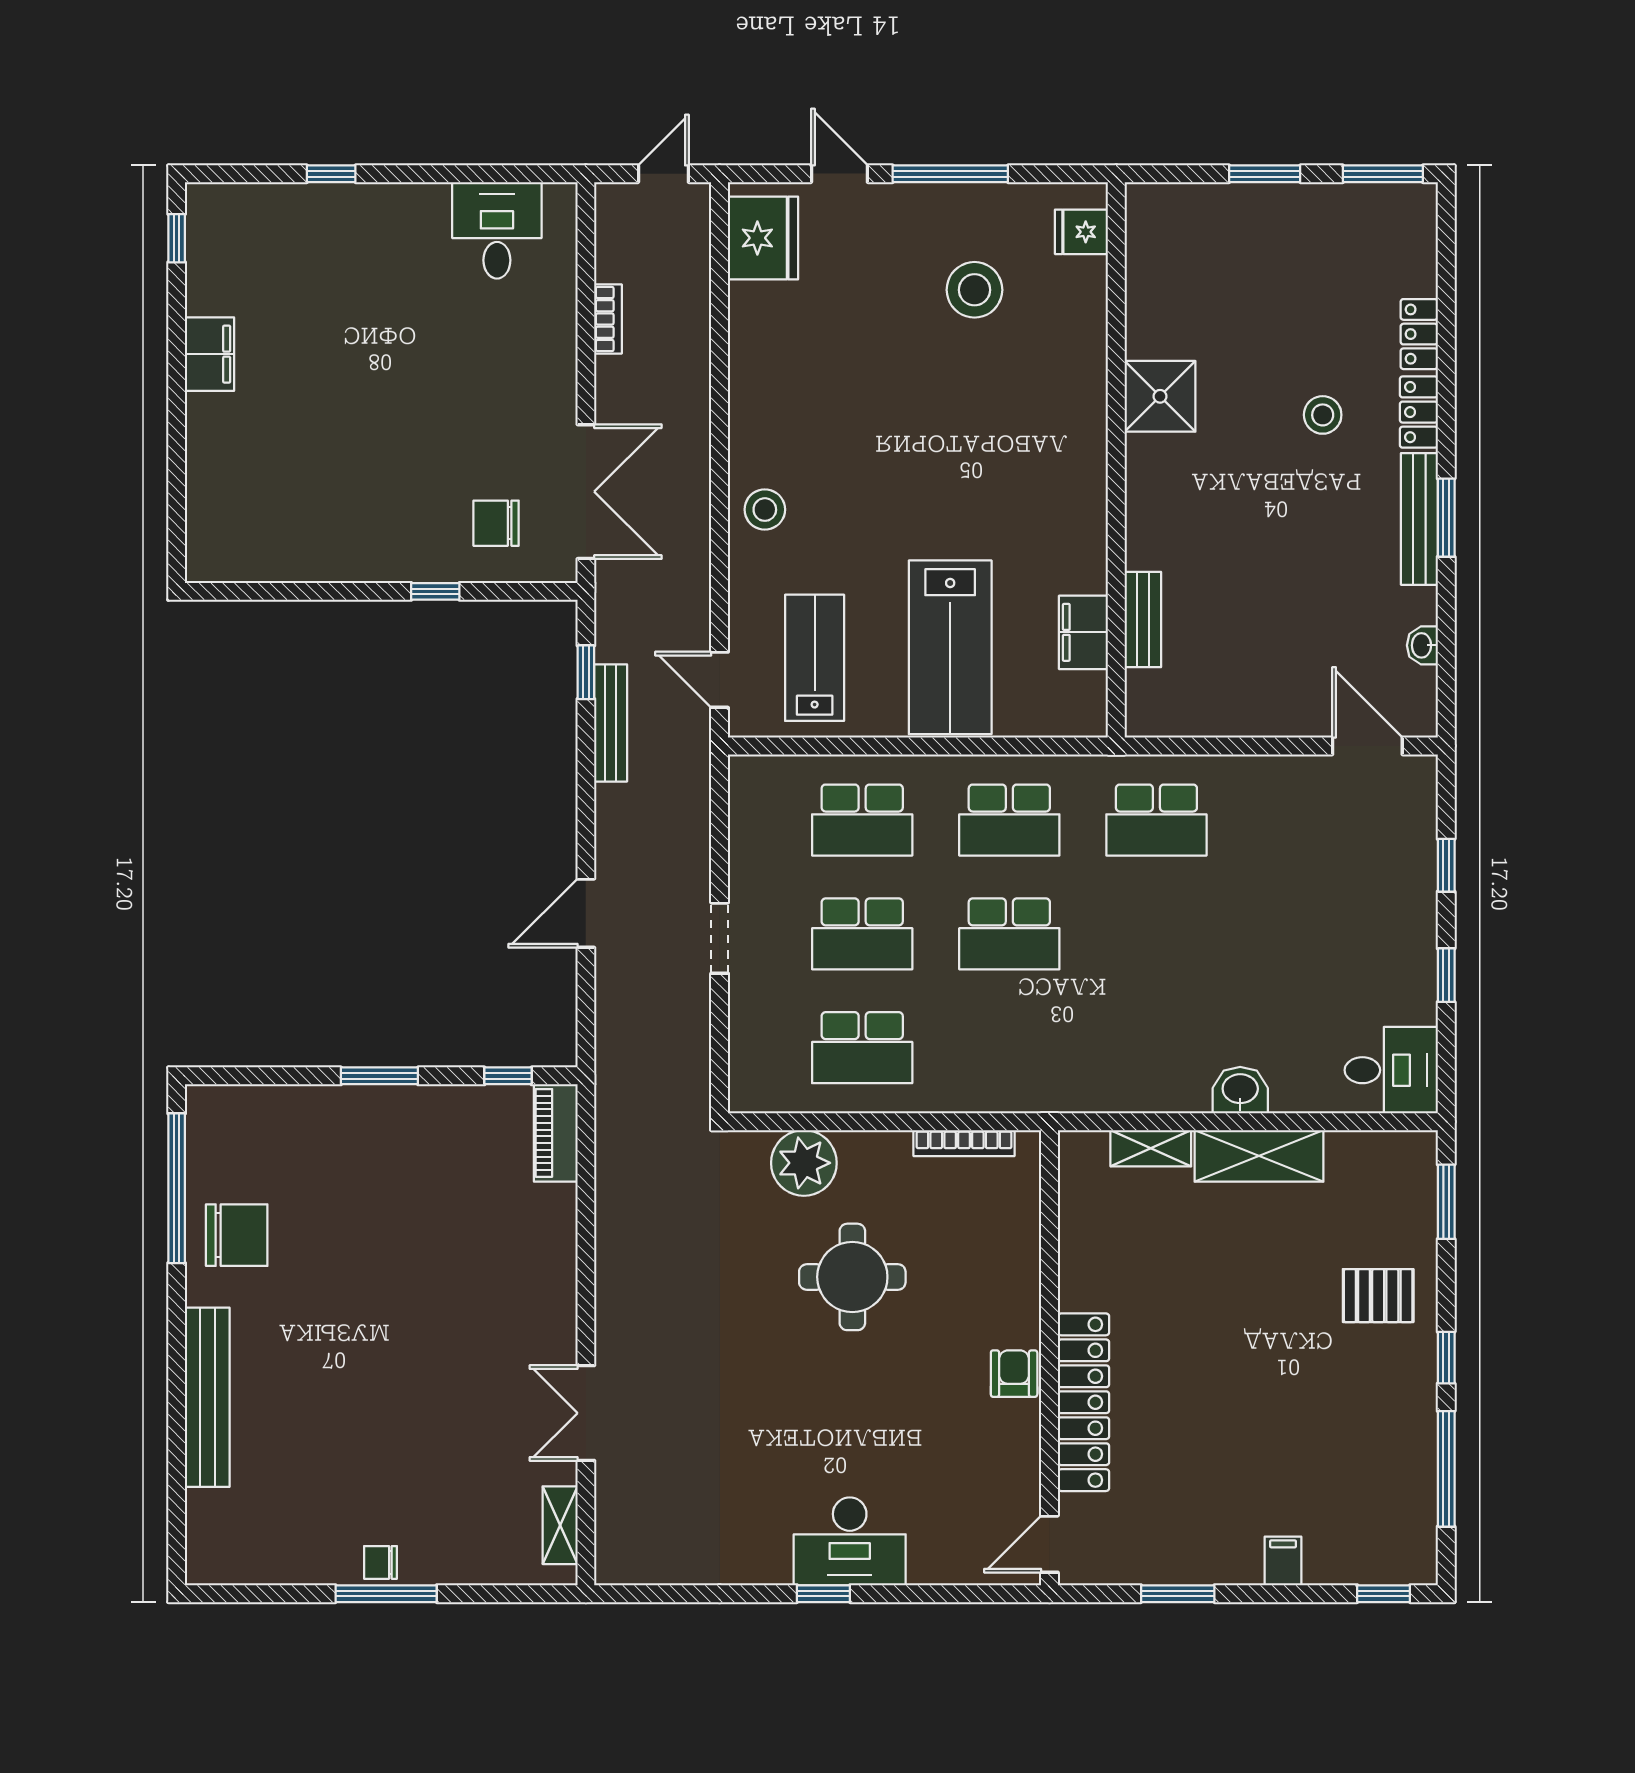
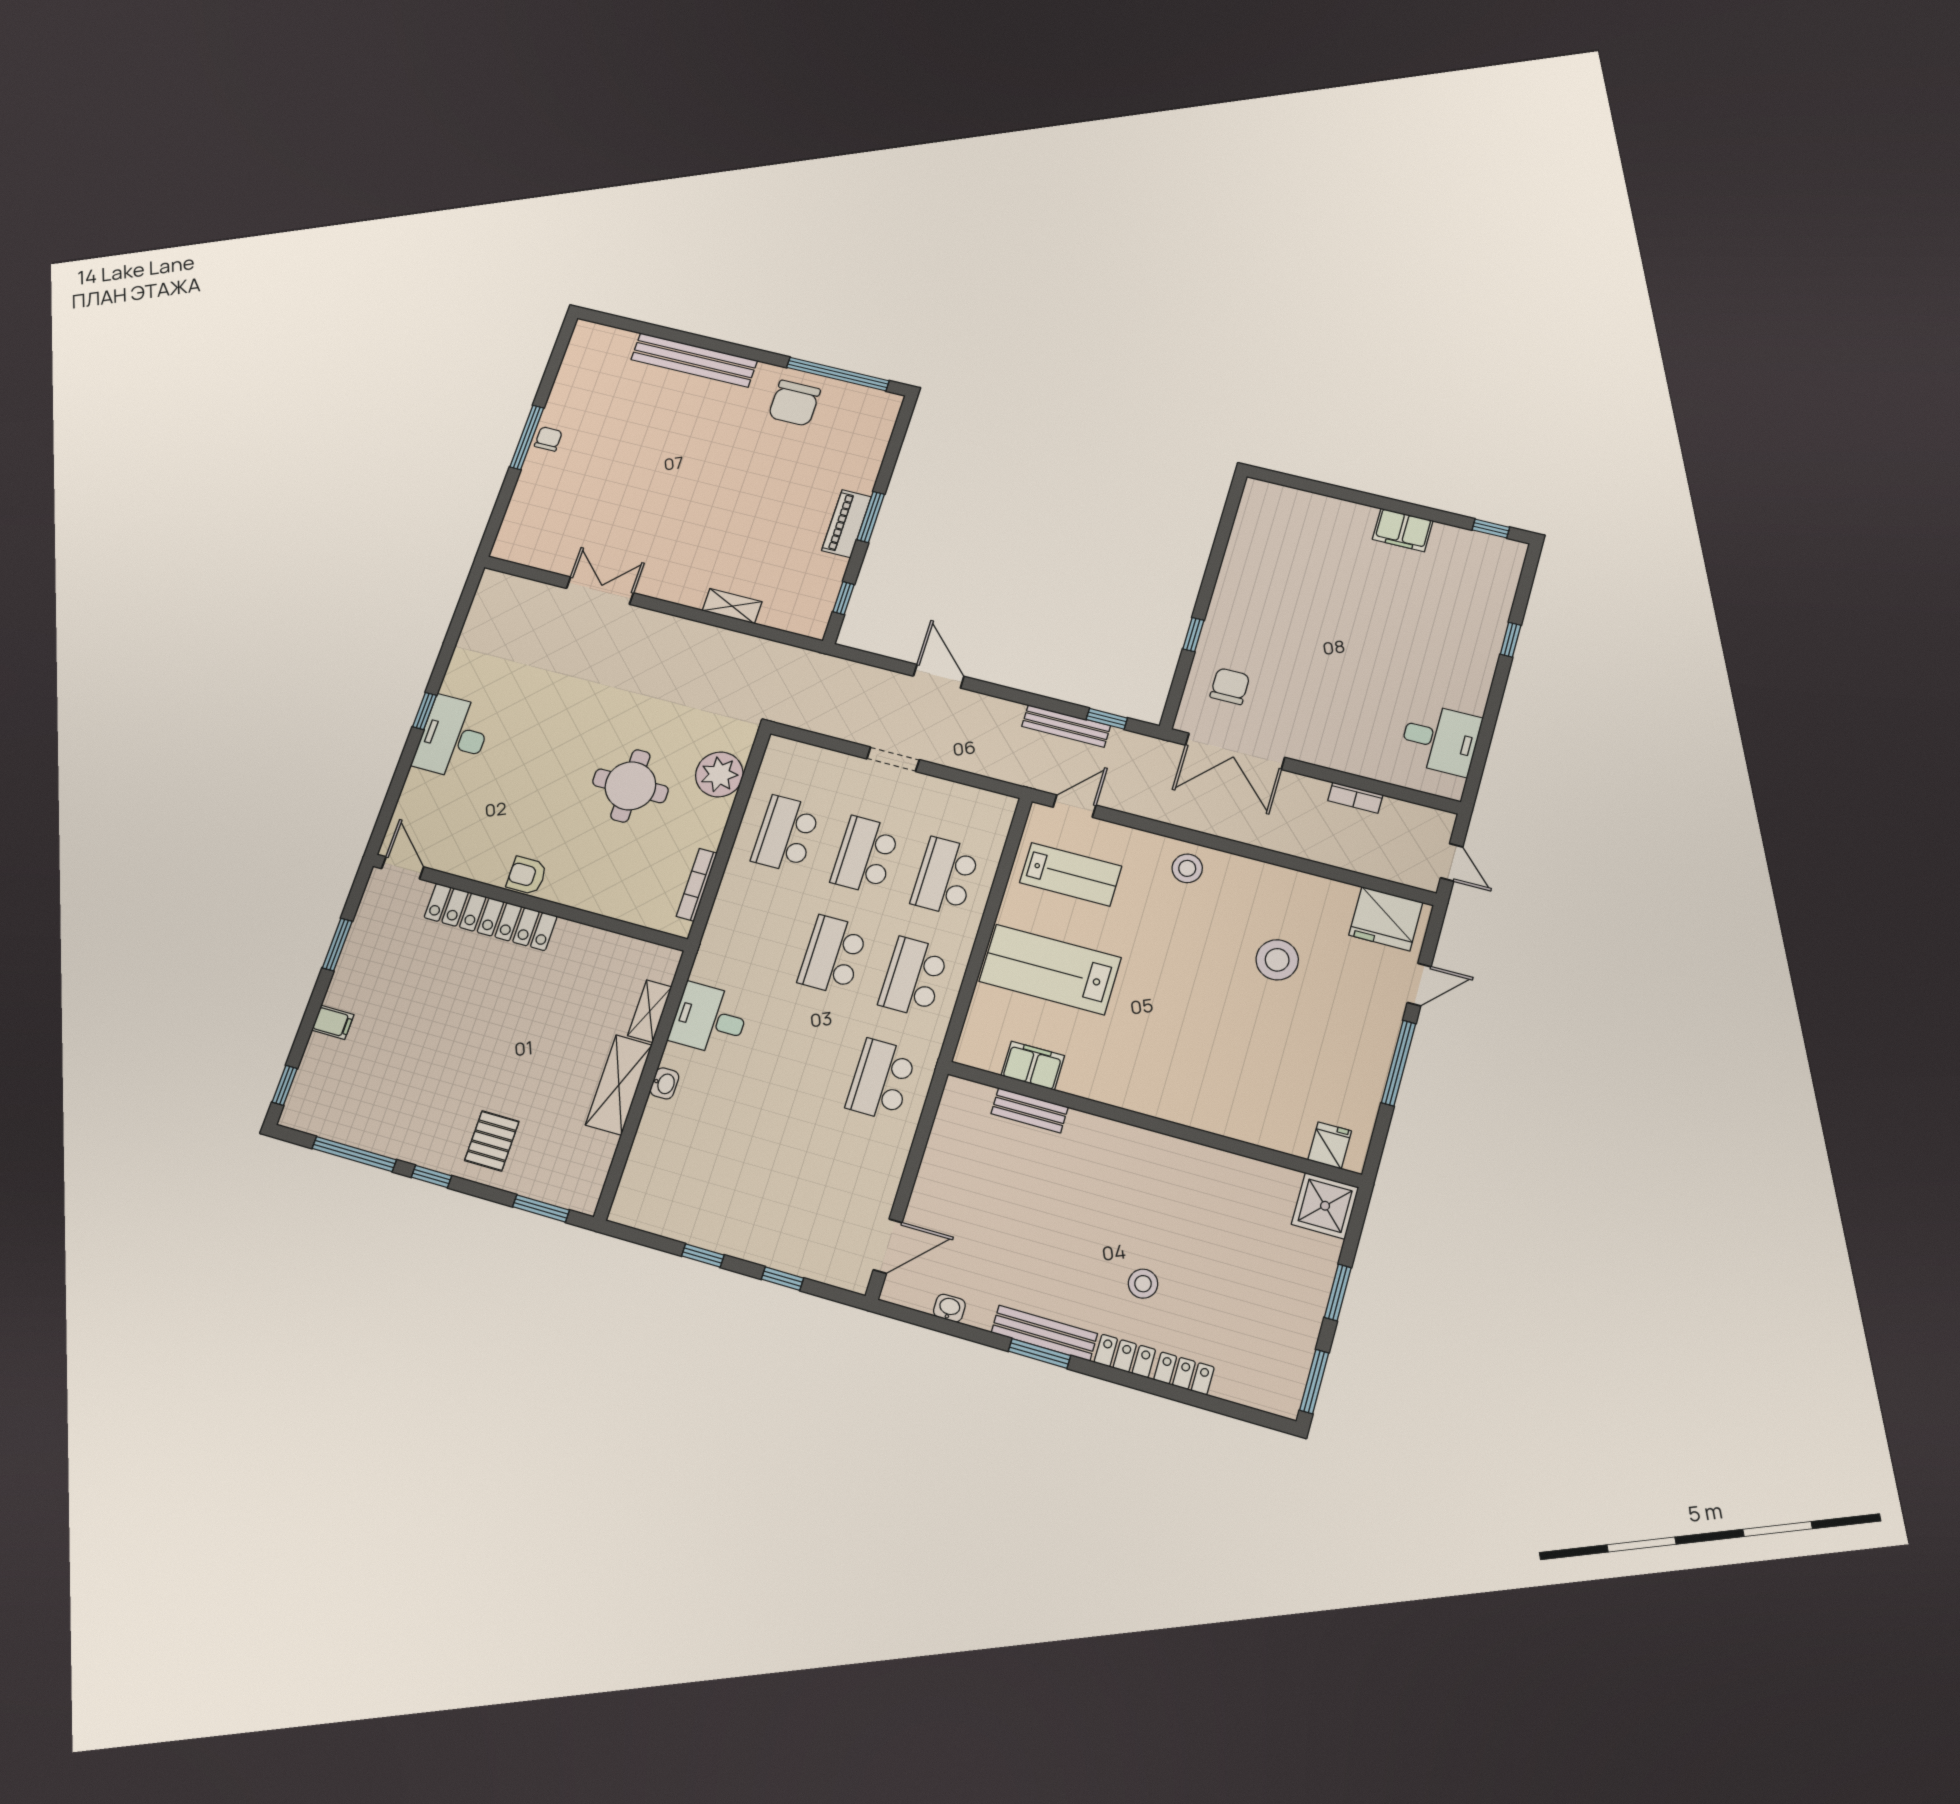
stool: (974, 290) -> (1277, 960), moved
shower: (1160, 396) -> (1325, 1206), moved
desk: (1391, 1070) -> (709, 1019), moved, turned 90
washbasin: (1240, 1090) -> (664, 1083), width x0.72, depth x0.69
piano: (556, 1133) -> (846, 524), moved, turned -90
armchair: (1014, 1374) -> (527, 876), turned 180
shelving: (560, 1525) -> (732, 606), moved

